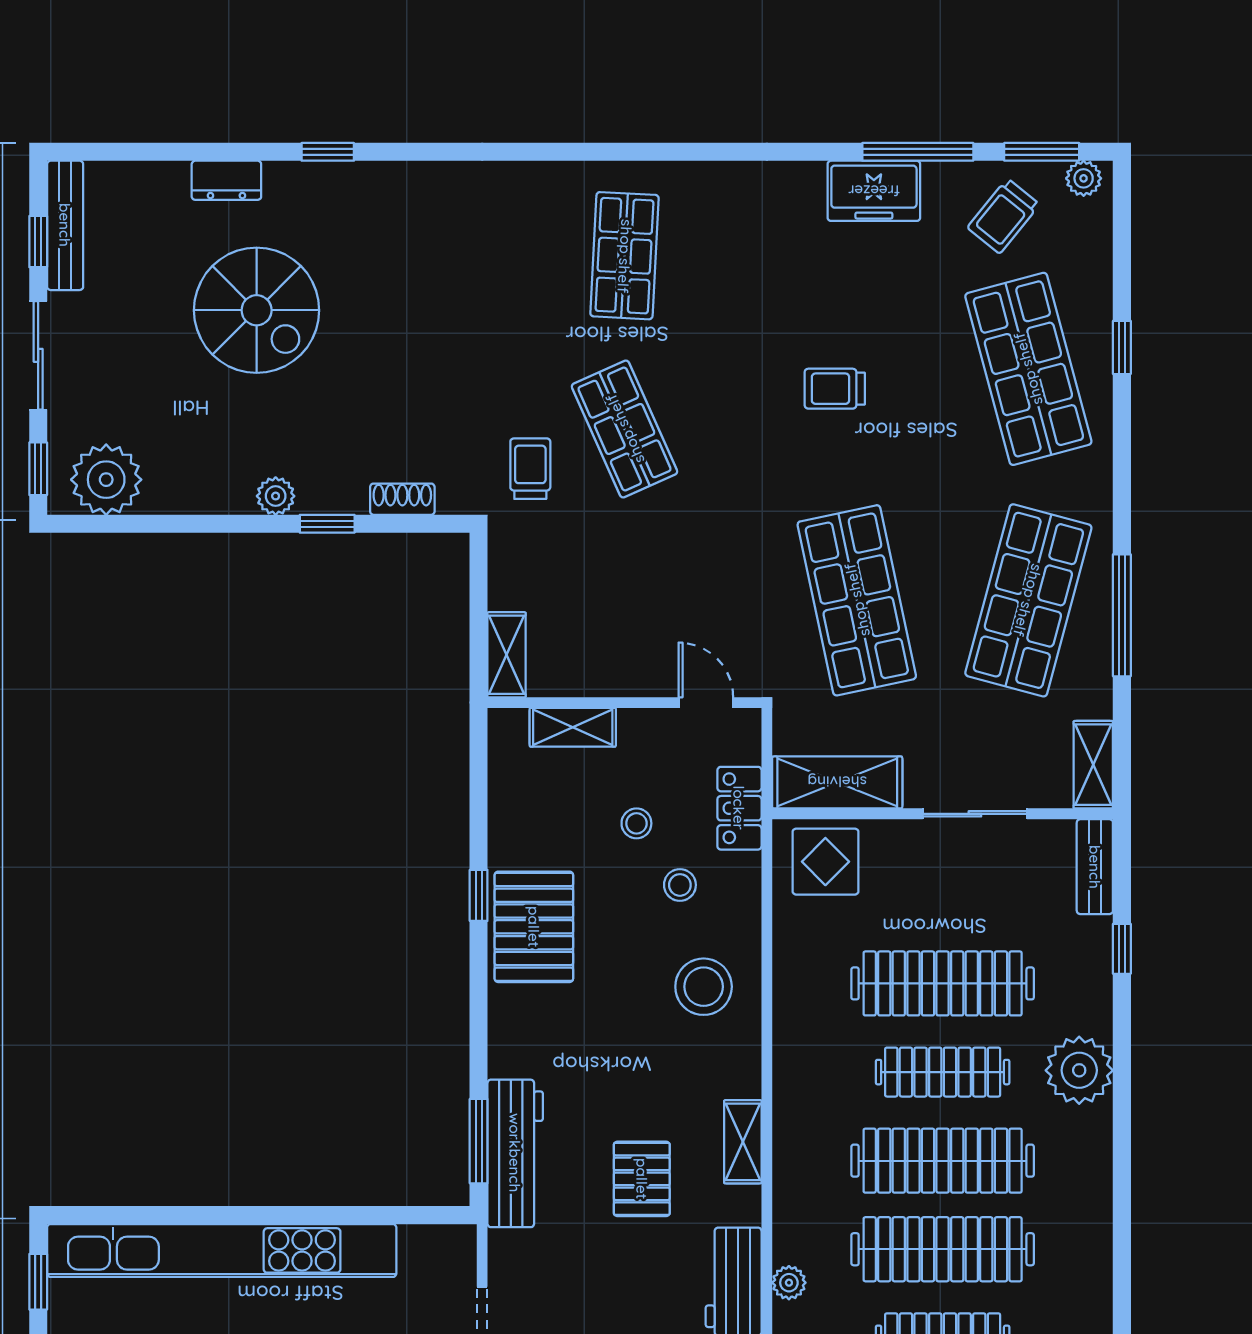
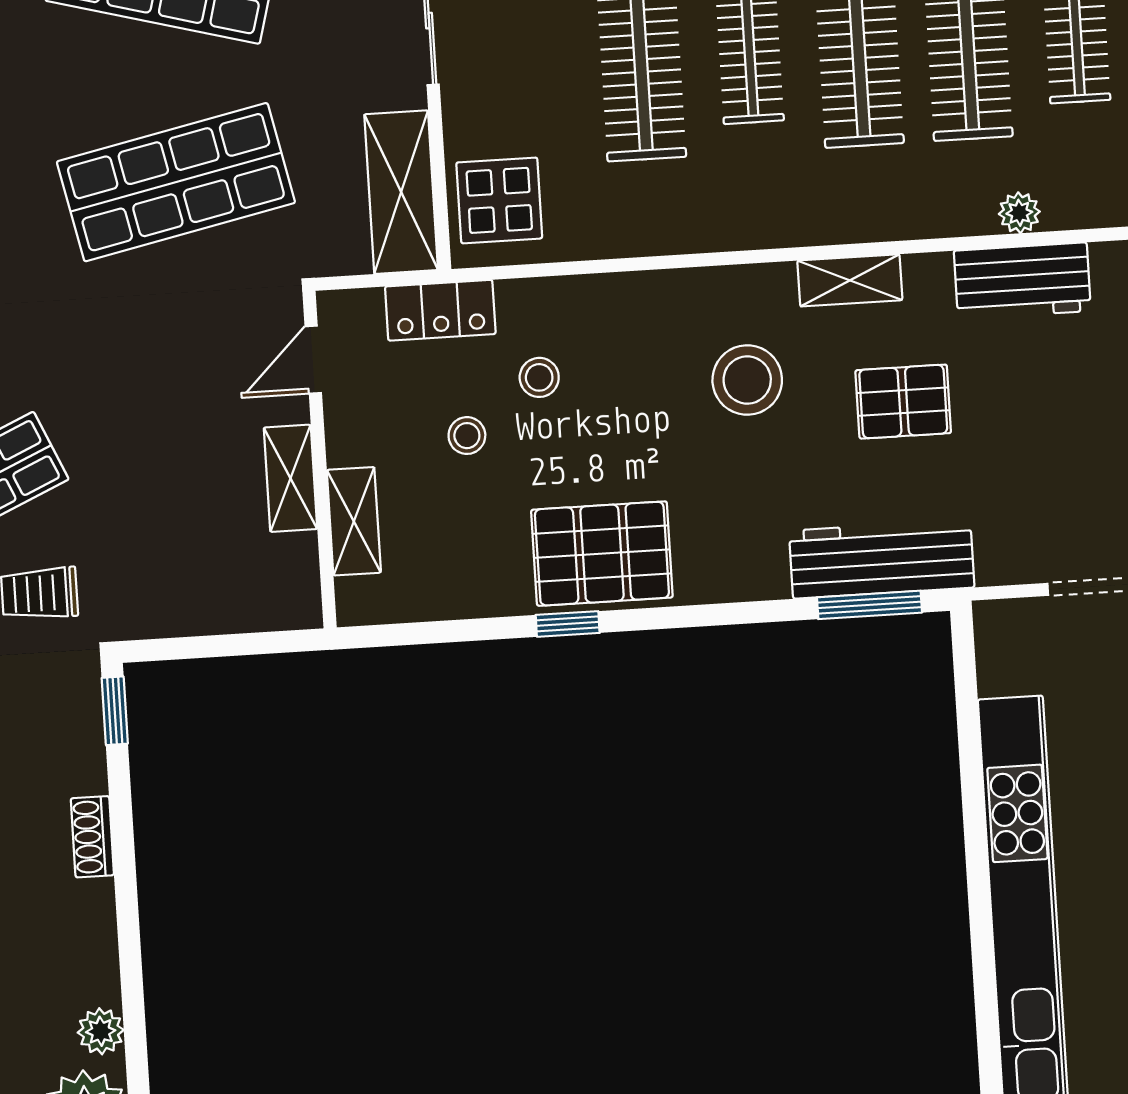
plant: (276, 496) -> (101, 1031), moved
shoe rack: (402, 499) -> (92, 837), moved
window: (327, 524) -> (115, 711), moved
shelving: (507, 655) -> (290, 478), moved, turned 90
stool: (704, 987) -> (747, 380), moved

